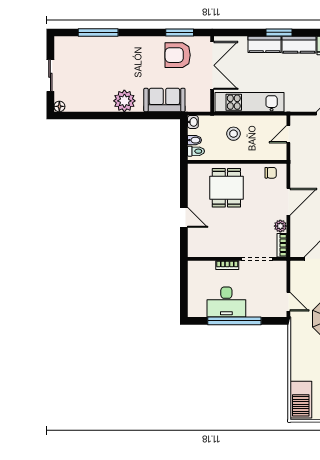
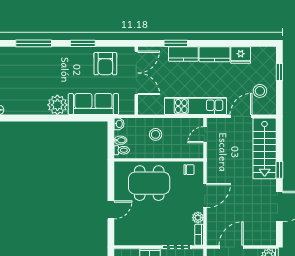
window: (180, 32) -> (83, 43), moved
window: (279, 32) -> (176, 43), moved
armchair: (178, 55) -> (105, 64), turned -90
sofa: (164, 100) -> (93, 104), width x1.36
kitchen unit: (250, 102) -> (195, 106), moved
dining table: (226, 188) -> (149, 183), width x1.38
door: (184, 217) -> (111, 210), hinge flipped

